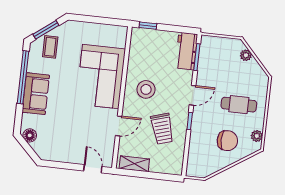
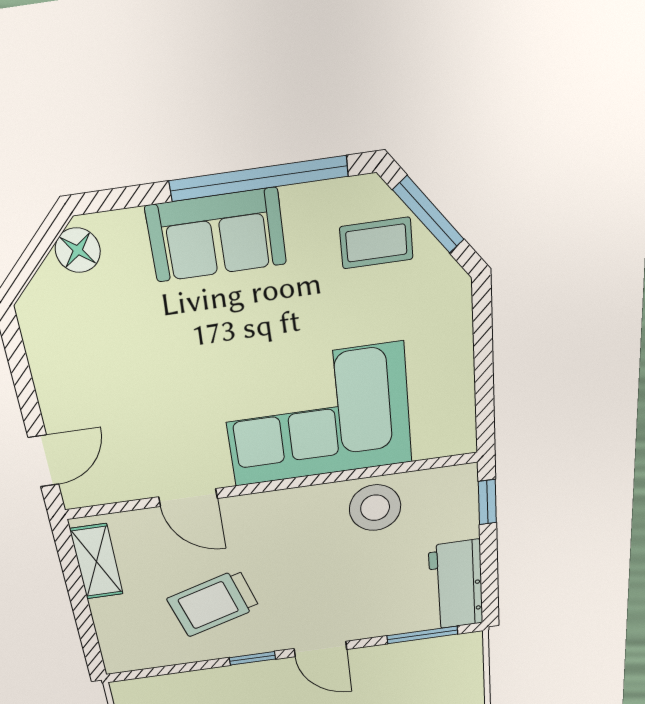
workbench: (186, 51) -> (456, 585), moved, turned -90
stool: (146, 89) -> (375, 508), moved

